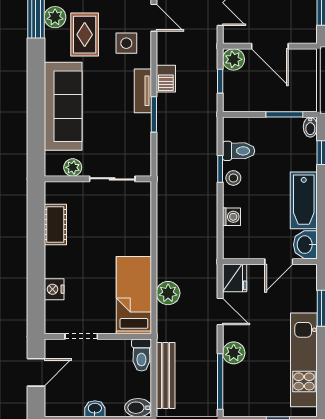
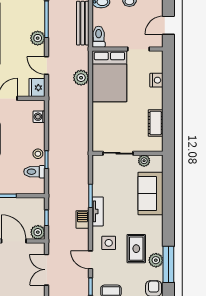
sofa: (63, 106) -> (151, 193), width x0.73
washing machine: (231, 217) -> (39, 117), moved
bed: (134, 295) -> (109, 76), width x1.50

